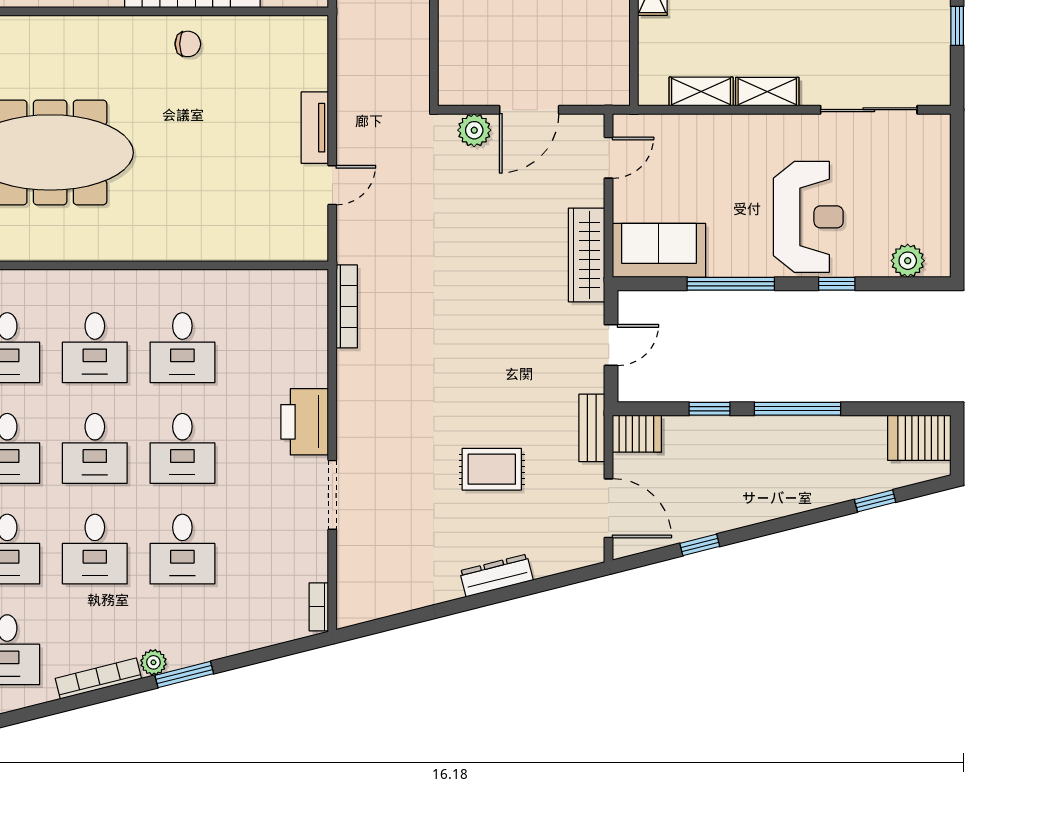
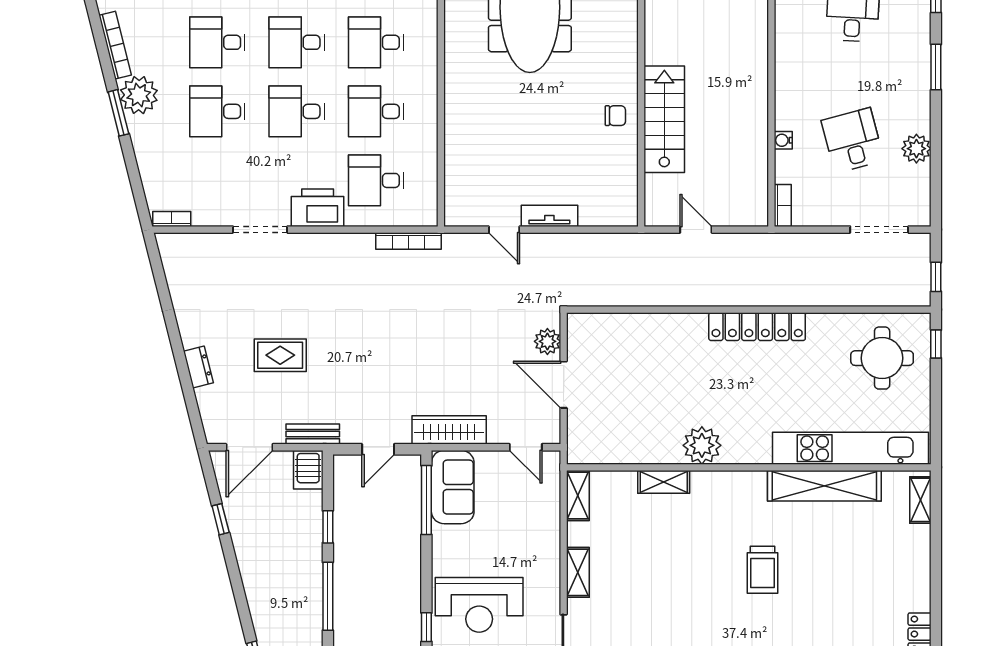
chair: (188, 44) -> (615, 116), turned -90
shelving: (701, 92) -> (578, 495), moved
window: (731, 284) -> (426, 500), moved
door: (611, 345) -> (378, 449), hinge flipped
desk: (270, 348) -> (376, 180), added
rug: (492, 469) -> (280, 355), turned 90
dresser: (496, 576) -> (198, 367), width x0.70
plant: (153, 662) -> (139, 95), width x1.87, depth x1.87

